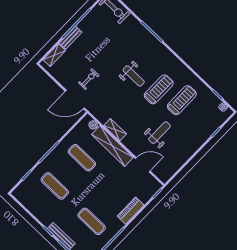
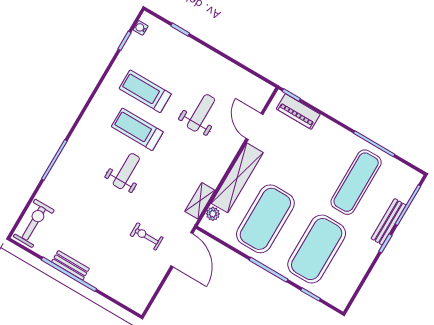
bench: (71, 38) -> (70, 265), moved
shelving: (54, 55) -> (124, 296), removed
shelving: (115, 130) -> (200, 201), moved
weight bench: (160, 133) -> (201, 113), turned 90
exercise mat: (82, 158) -> (265, 219), width x2.00, depth x1.45
exercise mat: (55, 186) -> (317, 249), width x2.00, depth x1.45
piano: (131, 211) -> (298, 112), moved
exercise mat: (92, 221) -> (356, 182), width x1.36, depth x1.45

